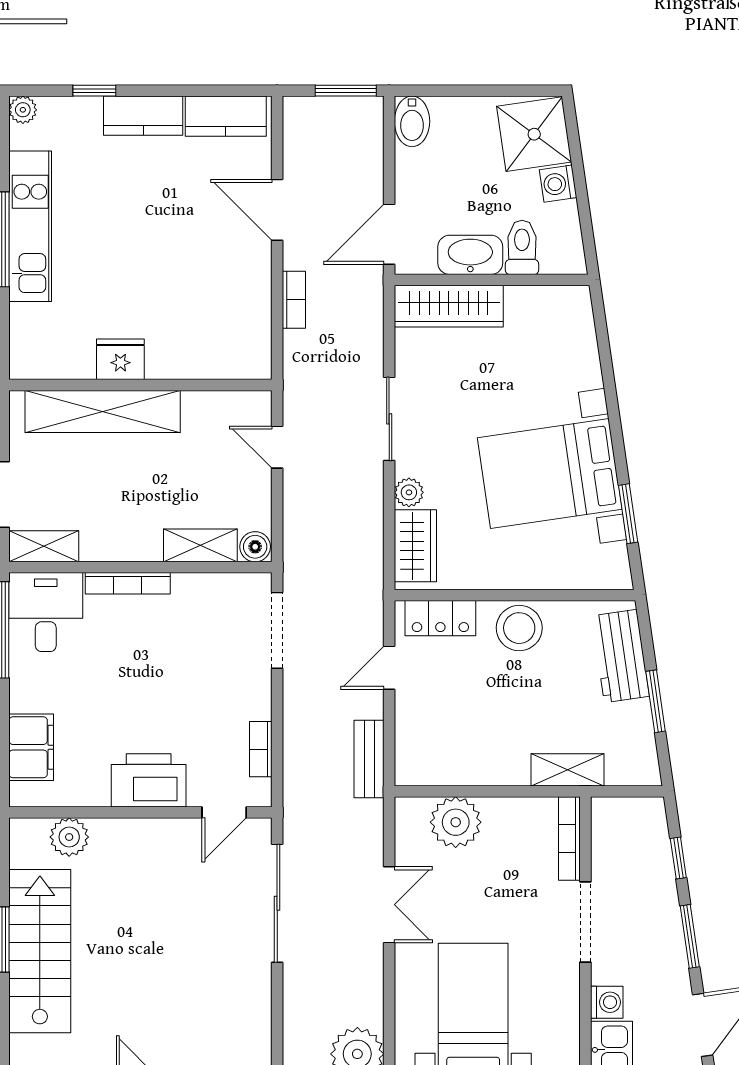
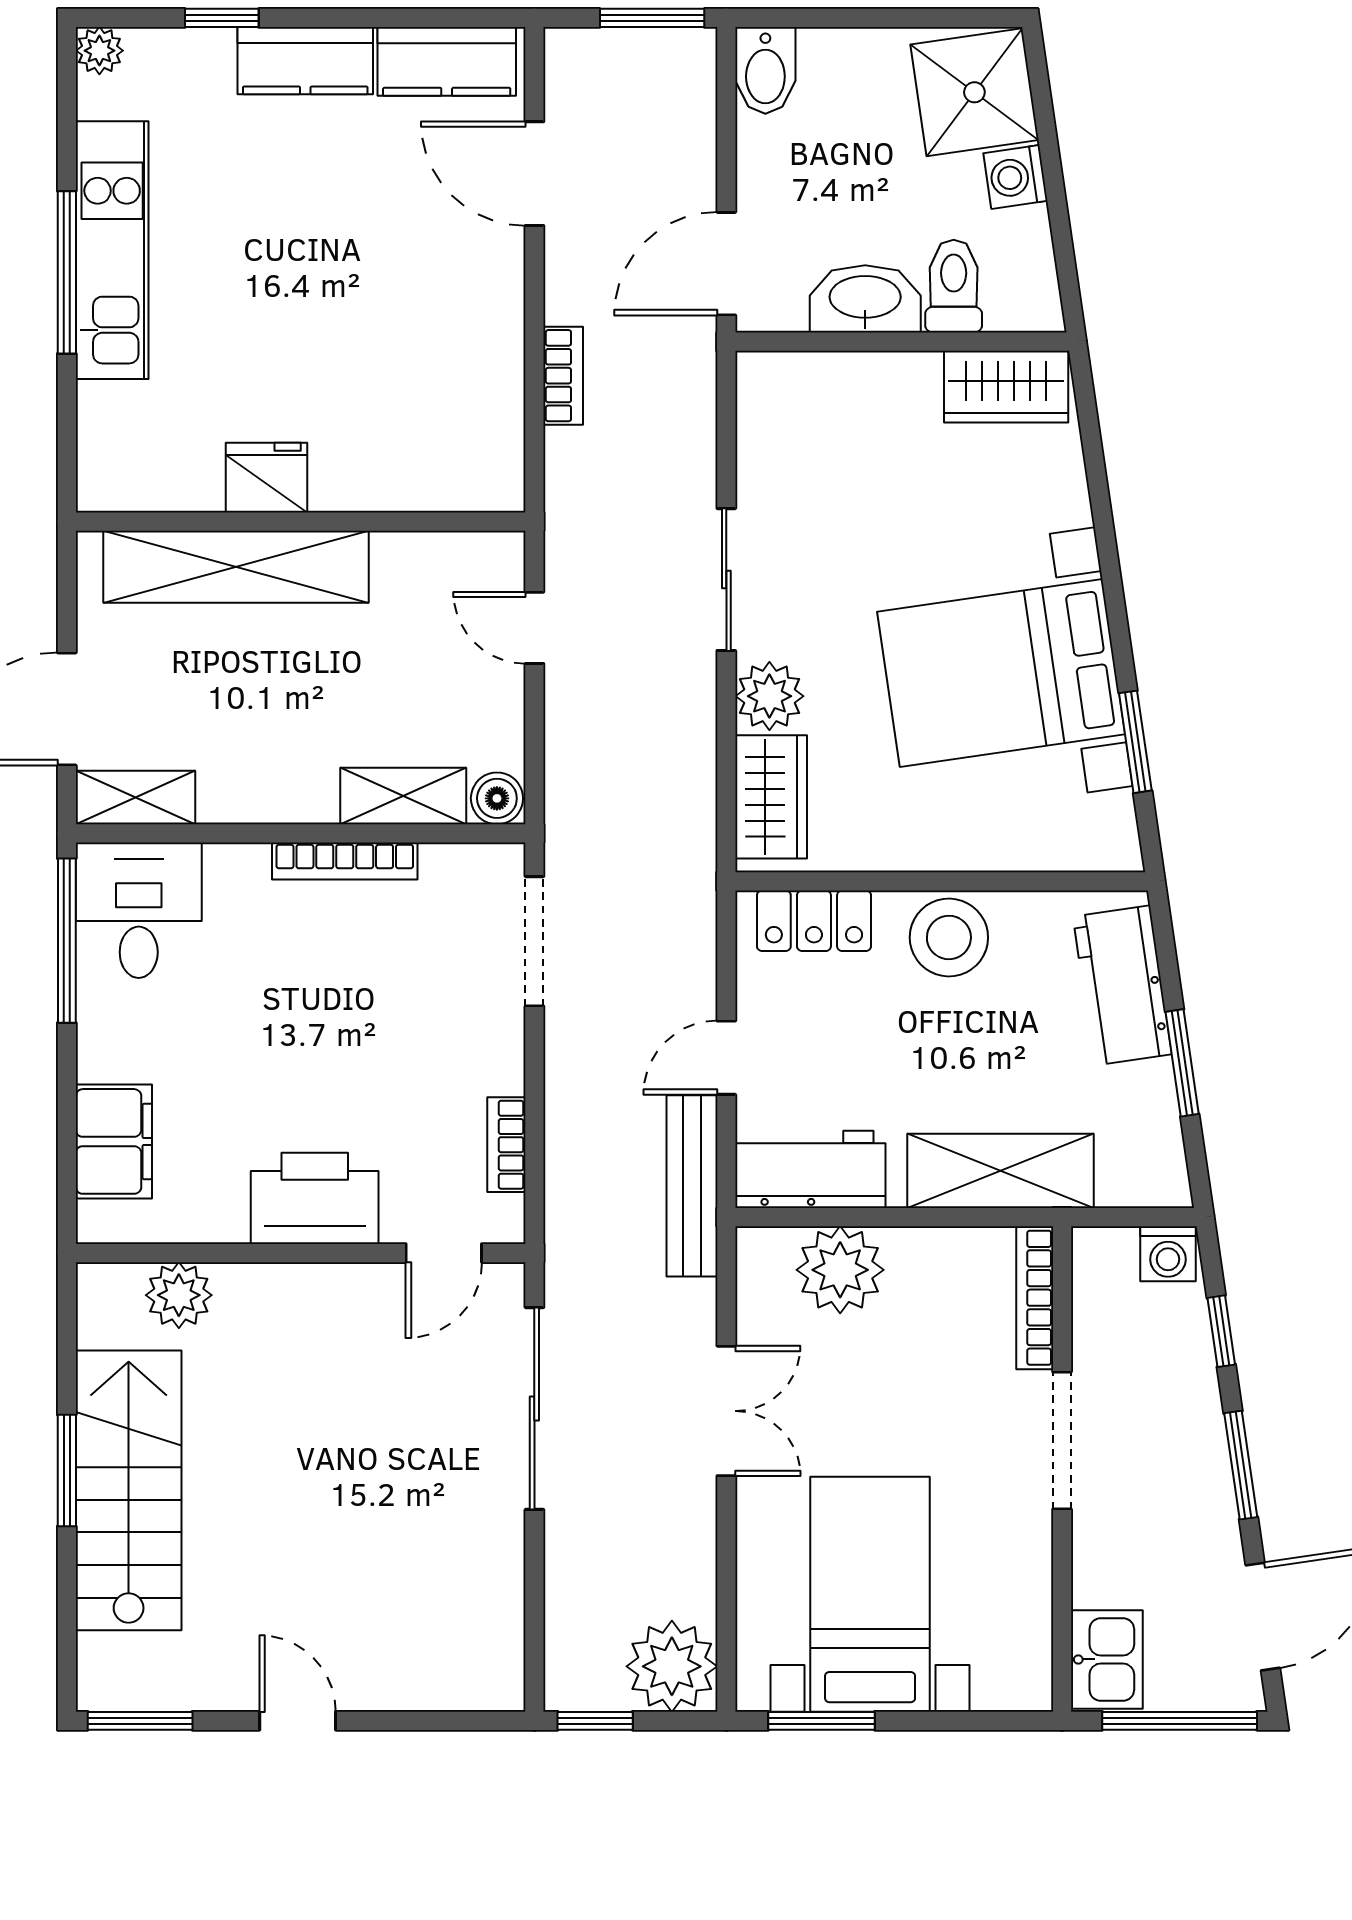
door: (277, 210) -> (534, 174), moved
wardrobe: (449, 306) -> (1006, 387), moved, width x0.67
plant: (409, 492) -> (769, 696), width x1.38, depth x1.38
bookcase: (128, 583) -> (345, 861), moved
door: (389, 668) -> (726, 1058), moved
bench: (369, 759) -> (692, 1186), width x1.36
workbench: (438, 764) -> (810, 1169), added
shelving: (568, 770) -> (1000, 1171), width x1.50, depth x1.33
washing machine: (607, 1002) -> (1168, 1254), moved, turned 90

